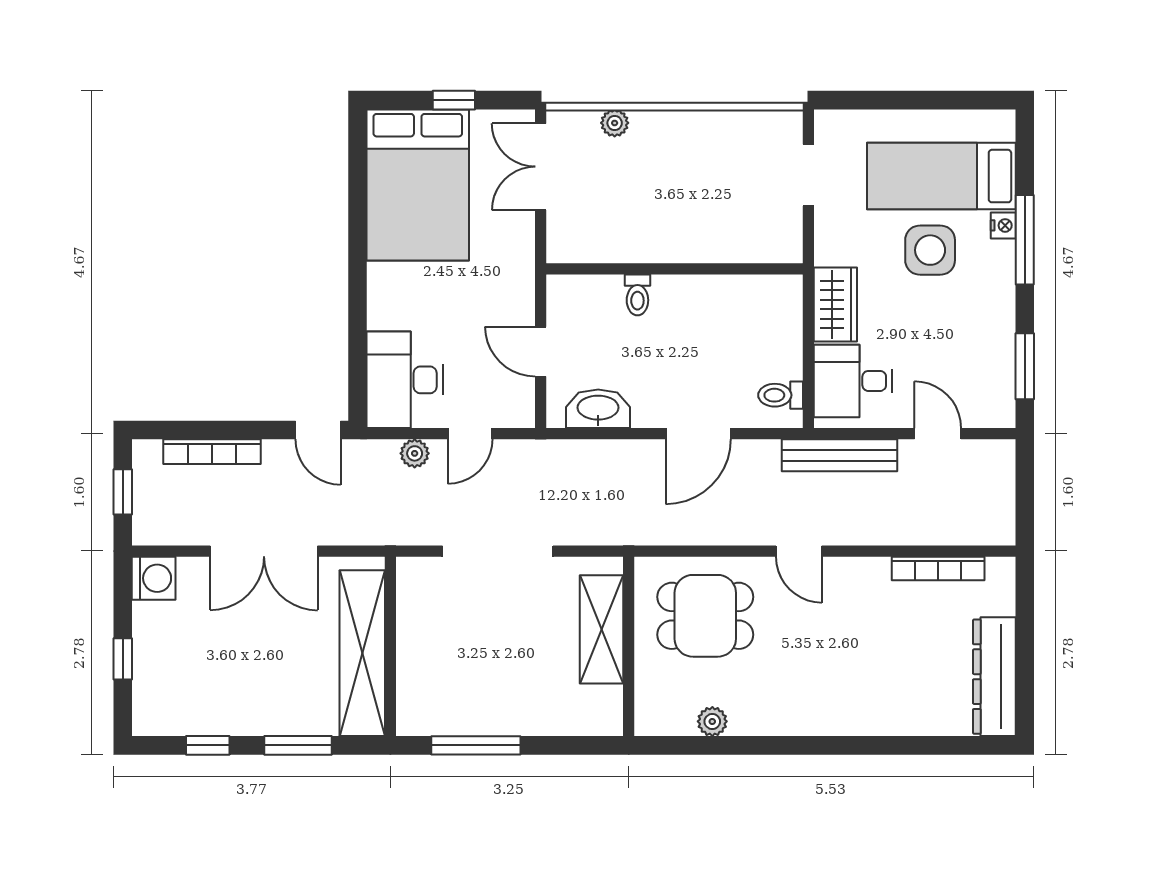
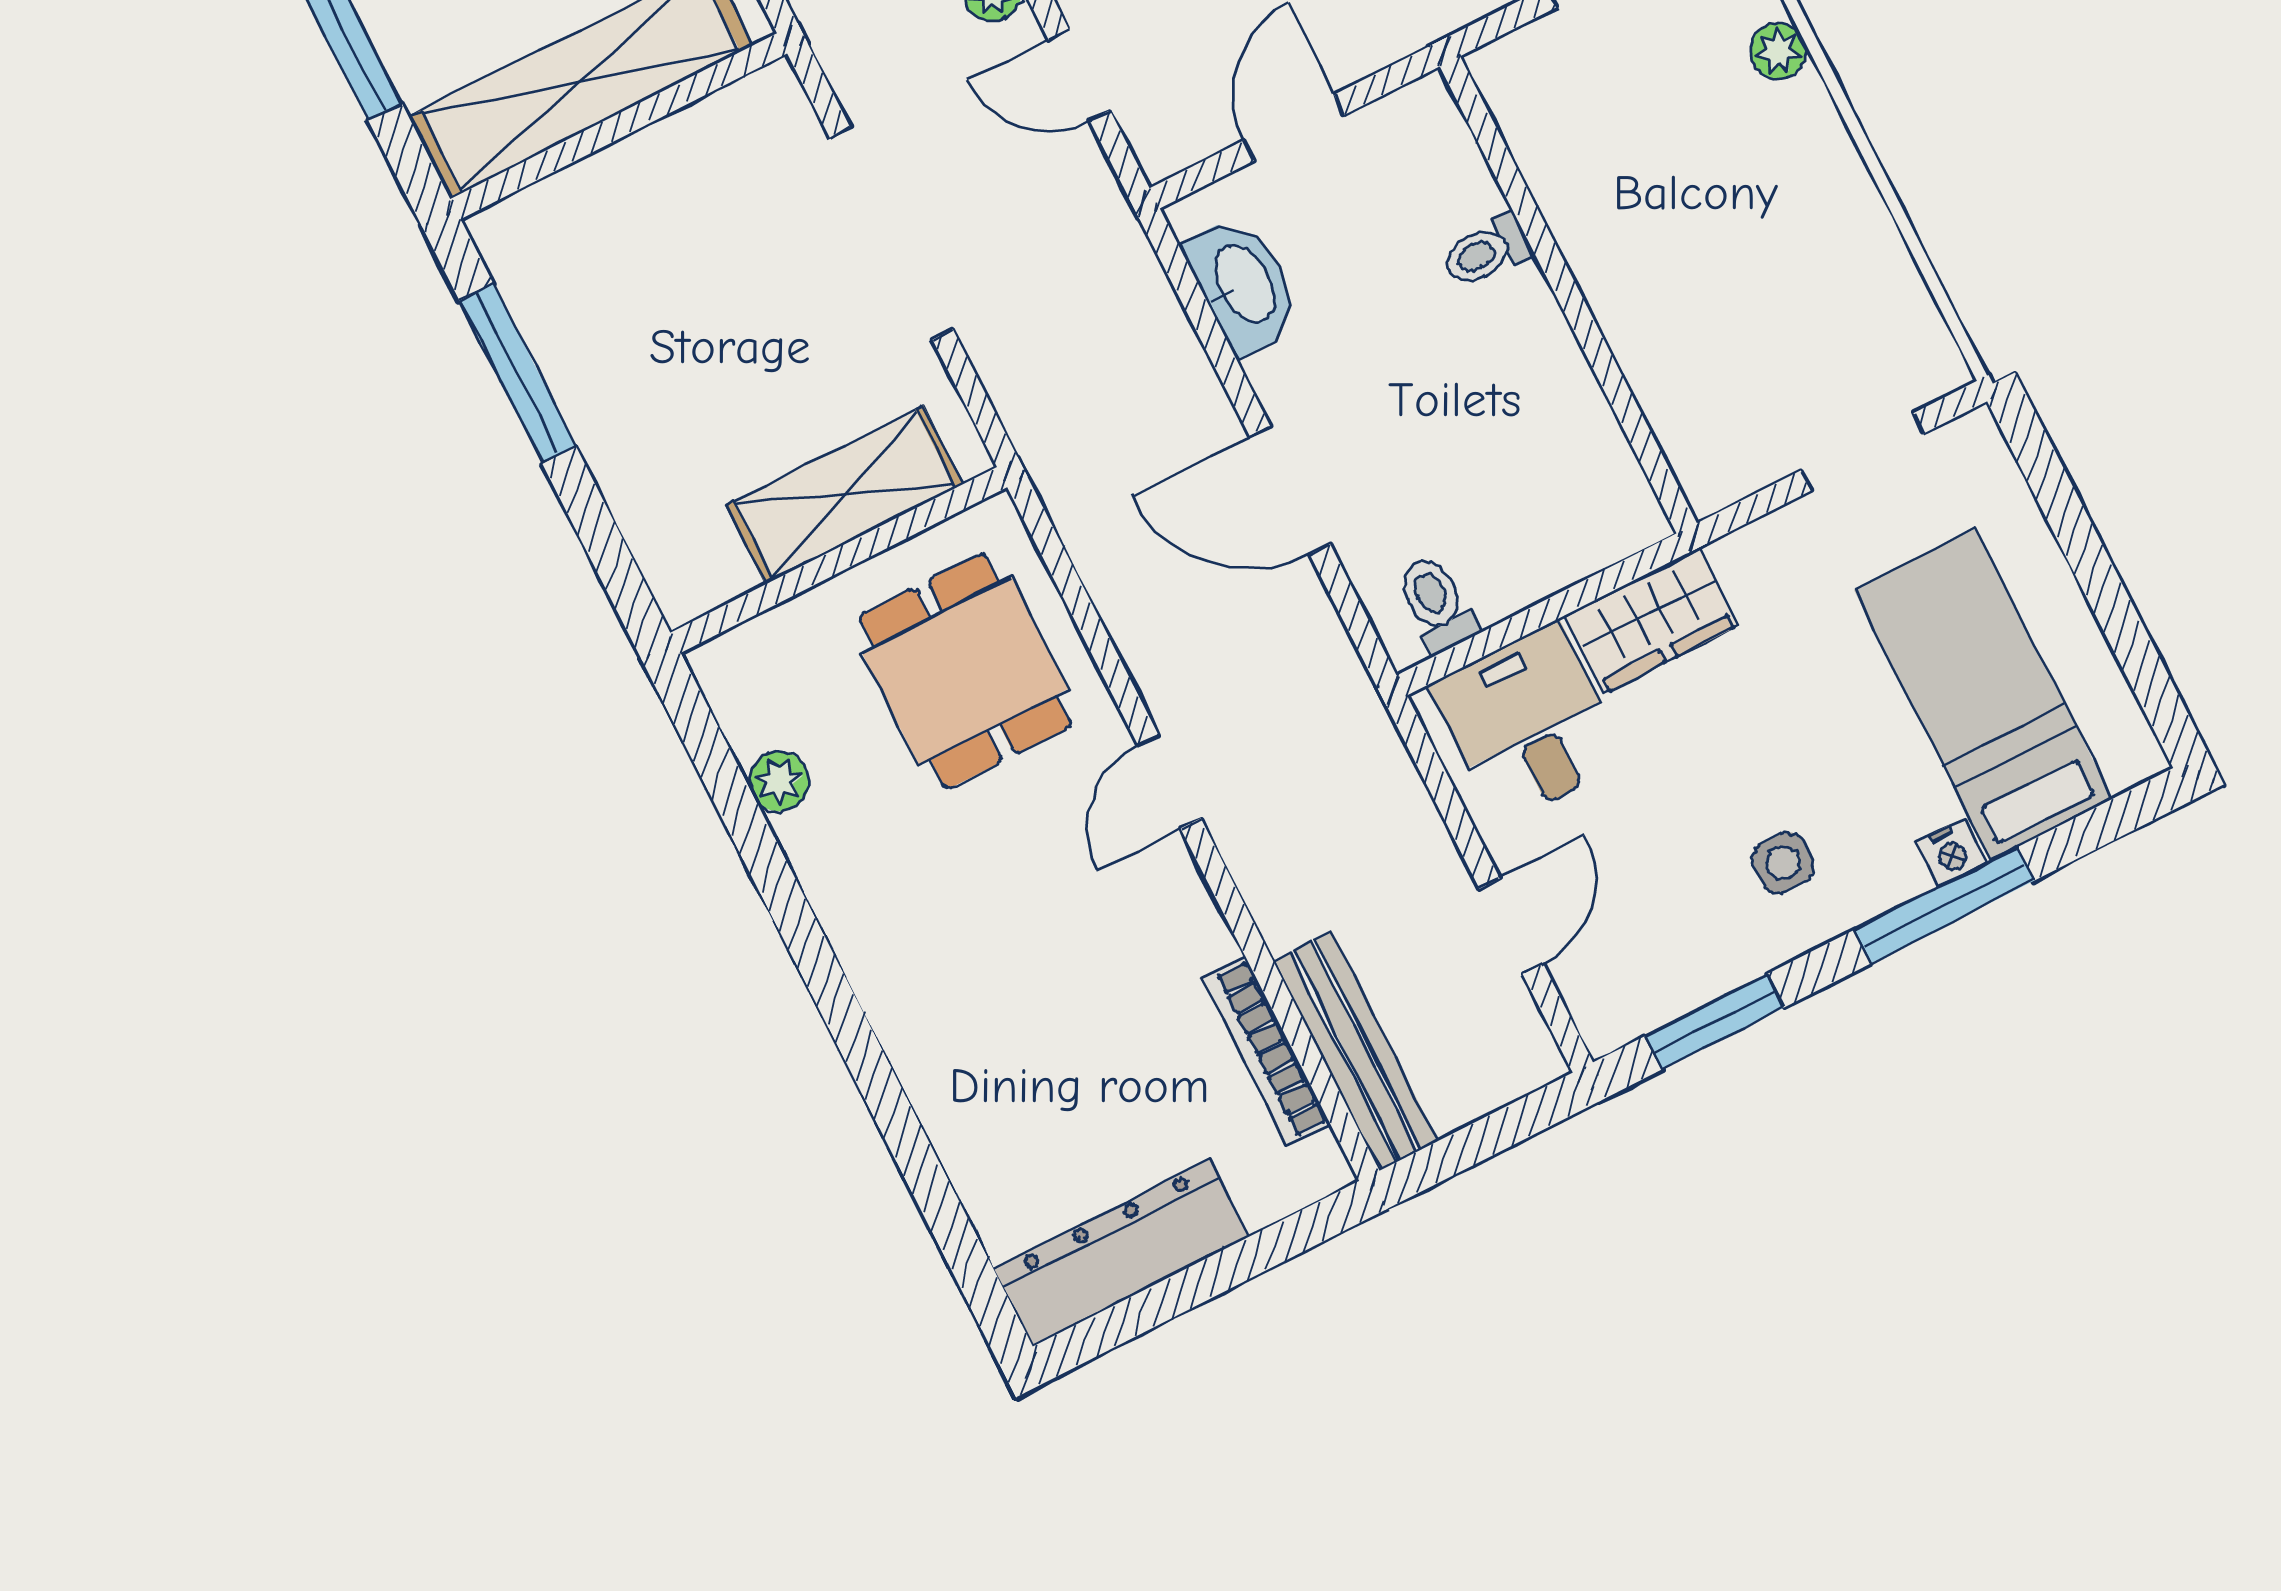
side table: (930, 250) -> (1783, 863), moved, width x0.54, depth x0.54
bench: (840, 455) -> (1356, 1051), moved

